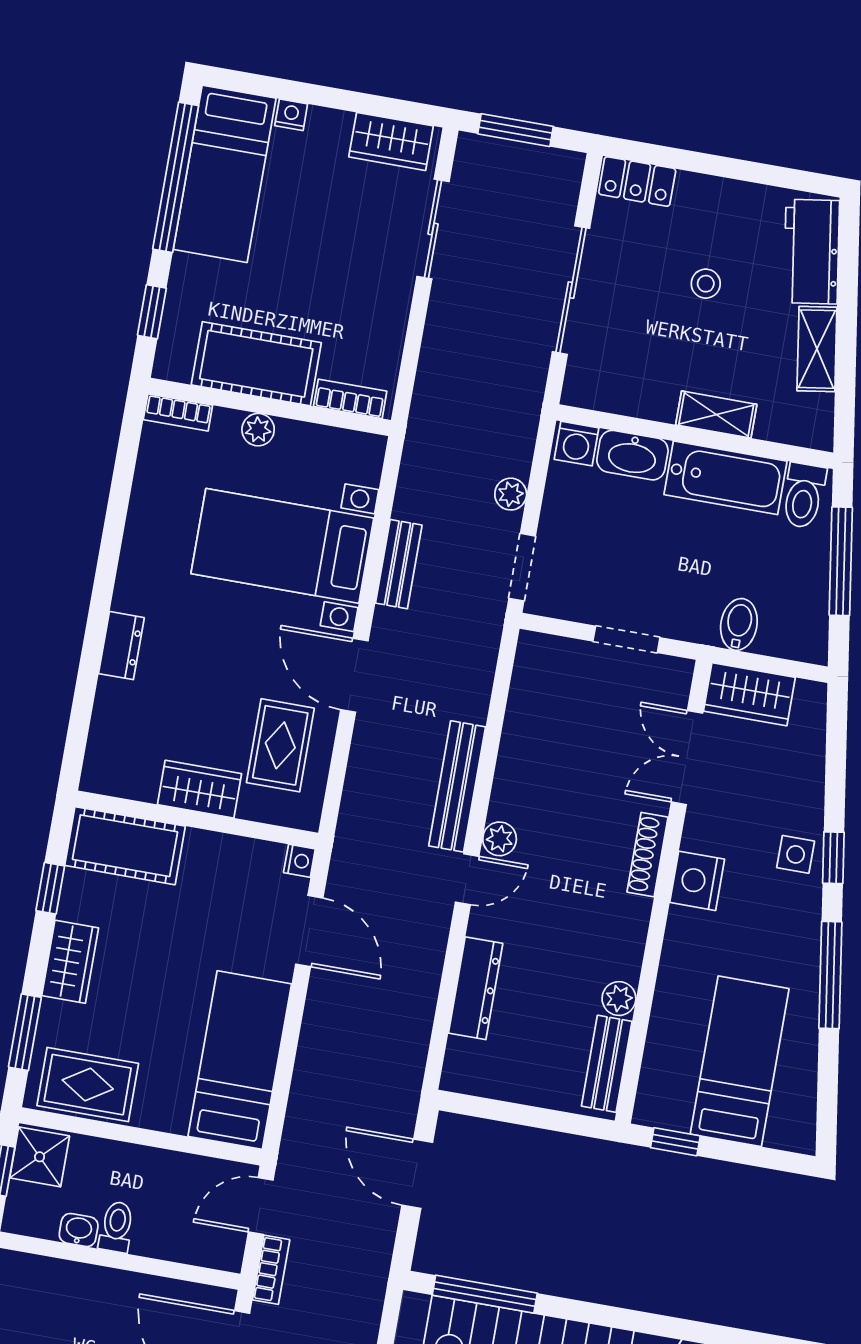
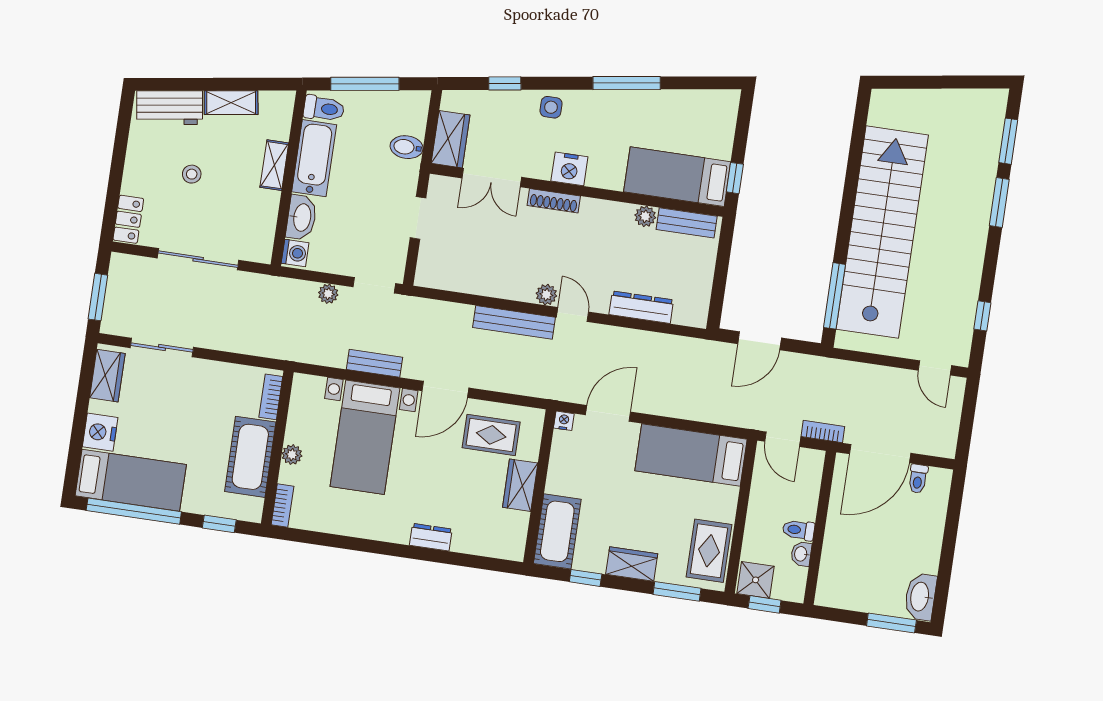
nightstand: (291, 115) -> (100, 432), width x1.89, depth x1.79
window: (833, 858) -> (505, 83), moved
bed: (740, 1061) -> (677, 177), moved

